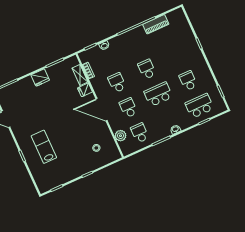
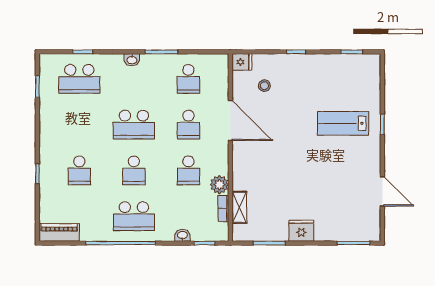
piano: (156, 24) -> (59, 232), moved
school desk: (136, 44) -> (134, 216), added
school desk: (188, 81) -> (79, 170), moved
fridge: (85, 90) -> (242, 62), moved
door: (102, 110) -> (230, 121), moved
plant: (120, 136) -> (219, 185), moved
lab bench: (44, 147) -> (343, 123), turned 90

